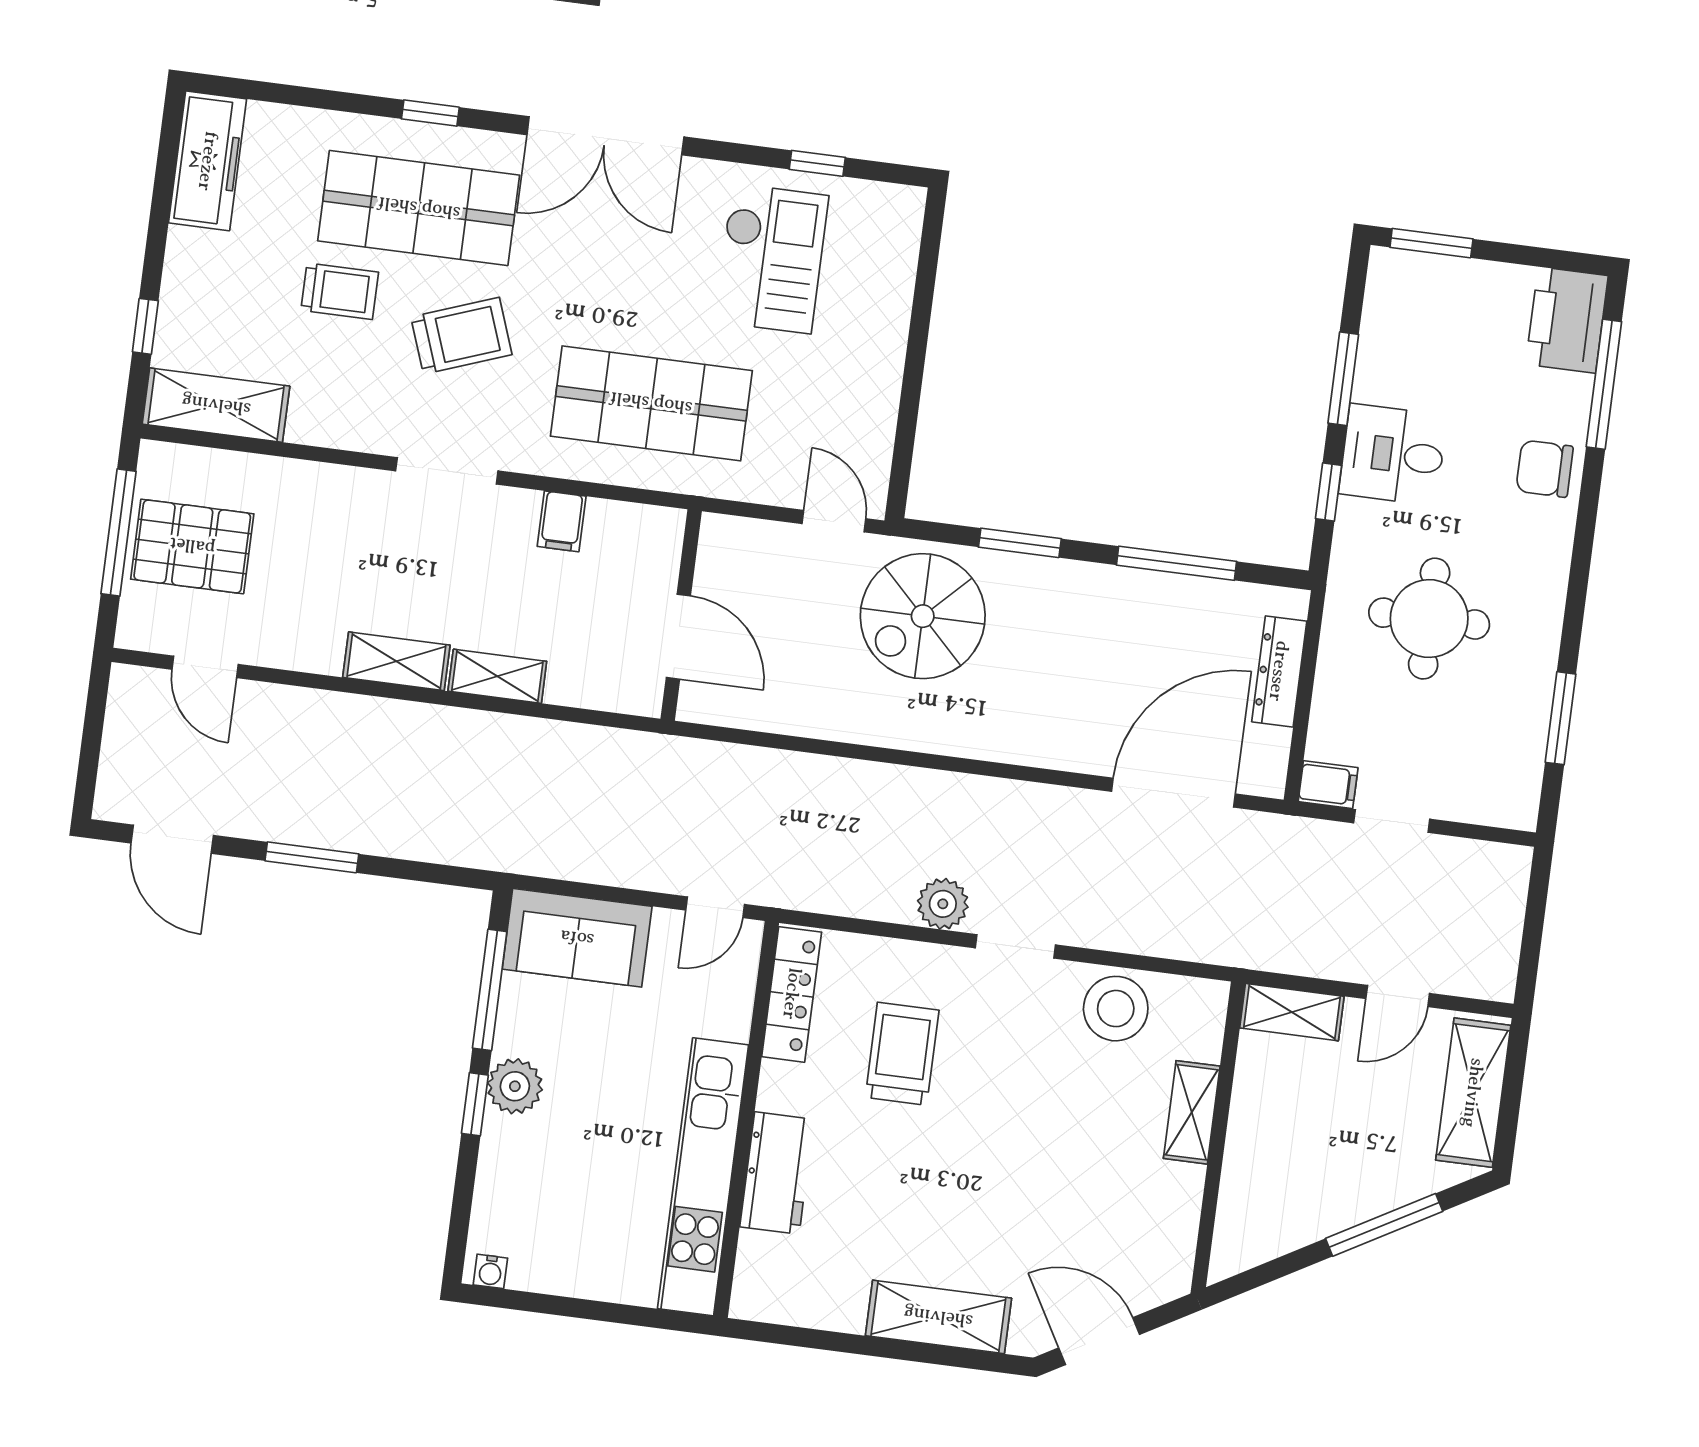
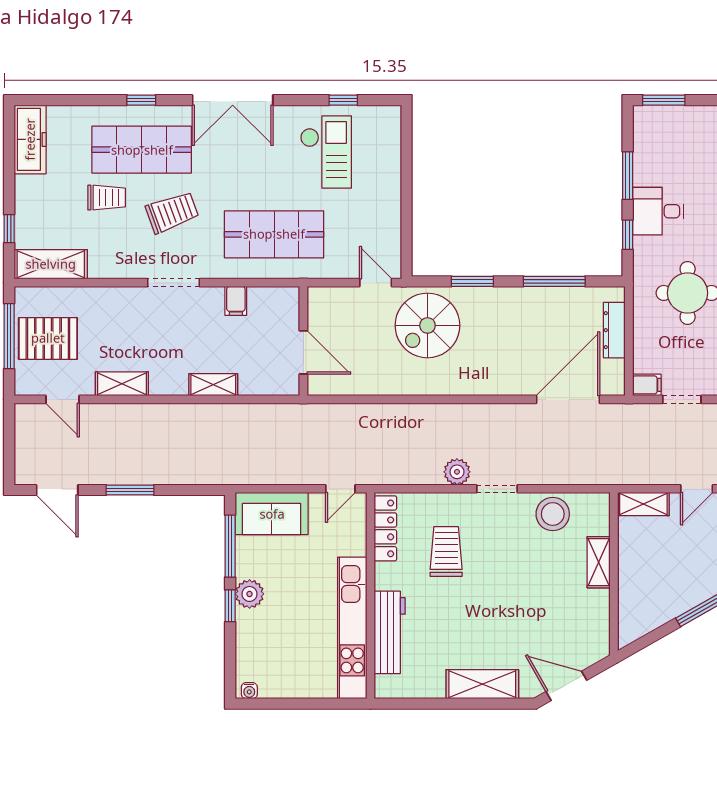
shelving: (396, 661) -> (122, 384), moved
workbench: (777, 1173) -> (390, 632), width x1.38

